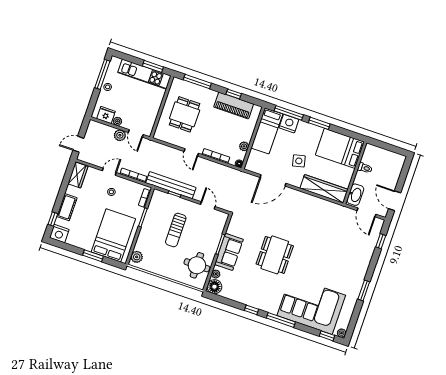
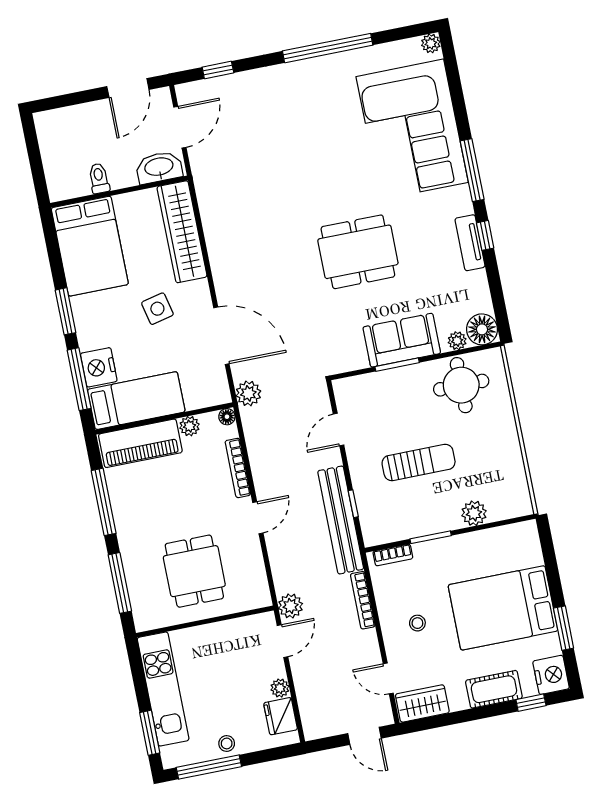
window: (153, 66) -> (150, 733), moved
window: (234, 94) -> (104, 502), width x2.17
piano: (234, 105) -> (140, 443), moved, turned 90
dining table: (185, 114) -> (194, 571), turned 90
plant: (120, 135) -> (291, 606), moved
door: (109, 172) -> (388, 678), moved
plant: (243, 178) -> (248, 393), added
bed: (113, 235) -> (503, 608), moved
window: (93, 256) -> (564, 628), moved
plant: (137, 257) -> (474, 513), moved
window: (364, 290) -> (328, 48), width x2.11
tv unit: (252, 302) -> (470, 243), added
window: (327, 336) -> (452, 68), removed

